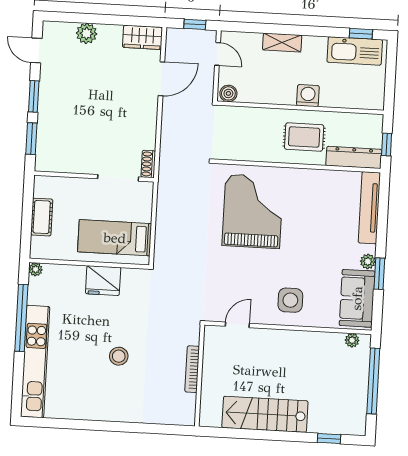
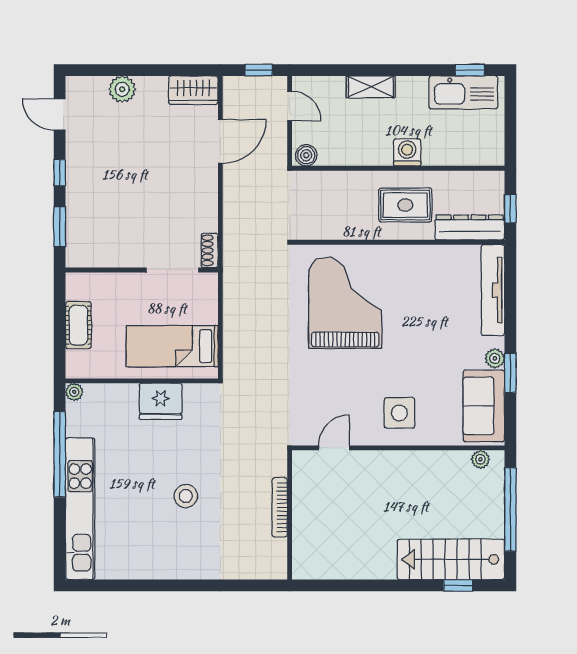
window: (34, 96) -> (60, 173), width x0.67
stairs: (265, 414) -> (451, 559), moved

